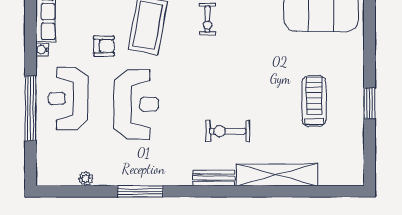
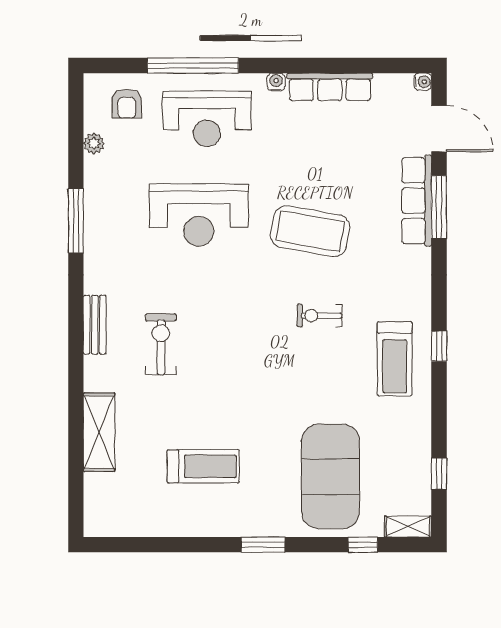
armchair: (104, 46) -> (127, 104), moved
reception desk: (68, 99) -> (207, 119), turned 180
window: (370, 103) -> (263, 545), moved
shelving: (277, 175) -> (99, 432), width x0.68

